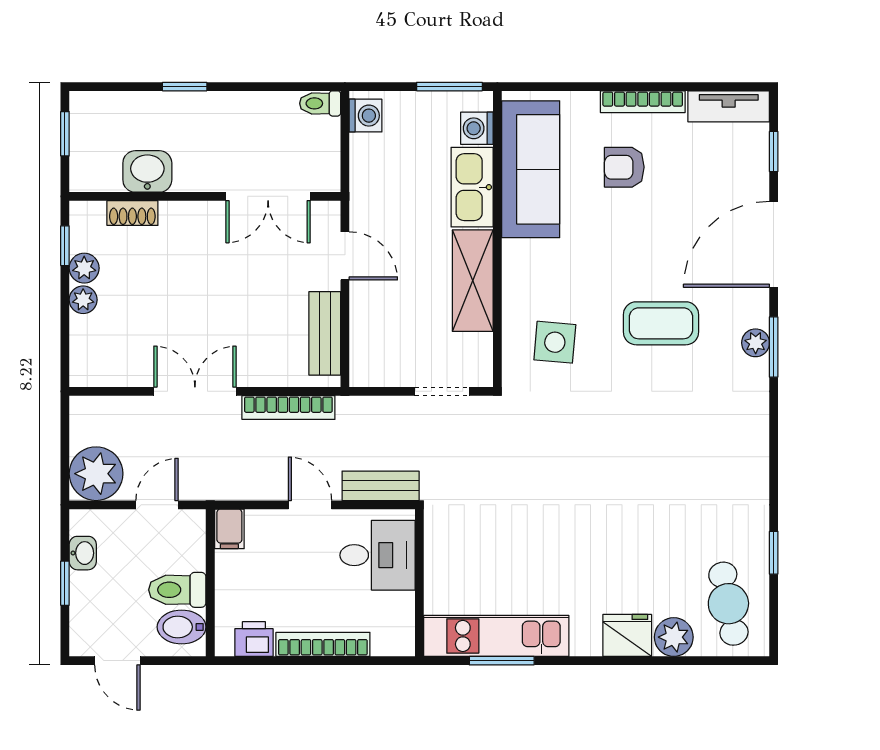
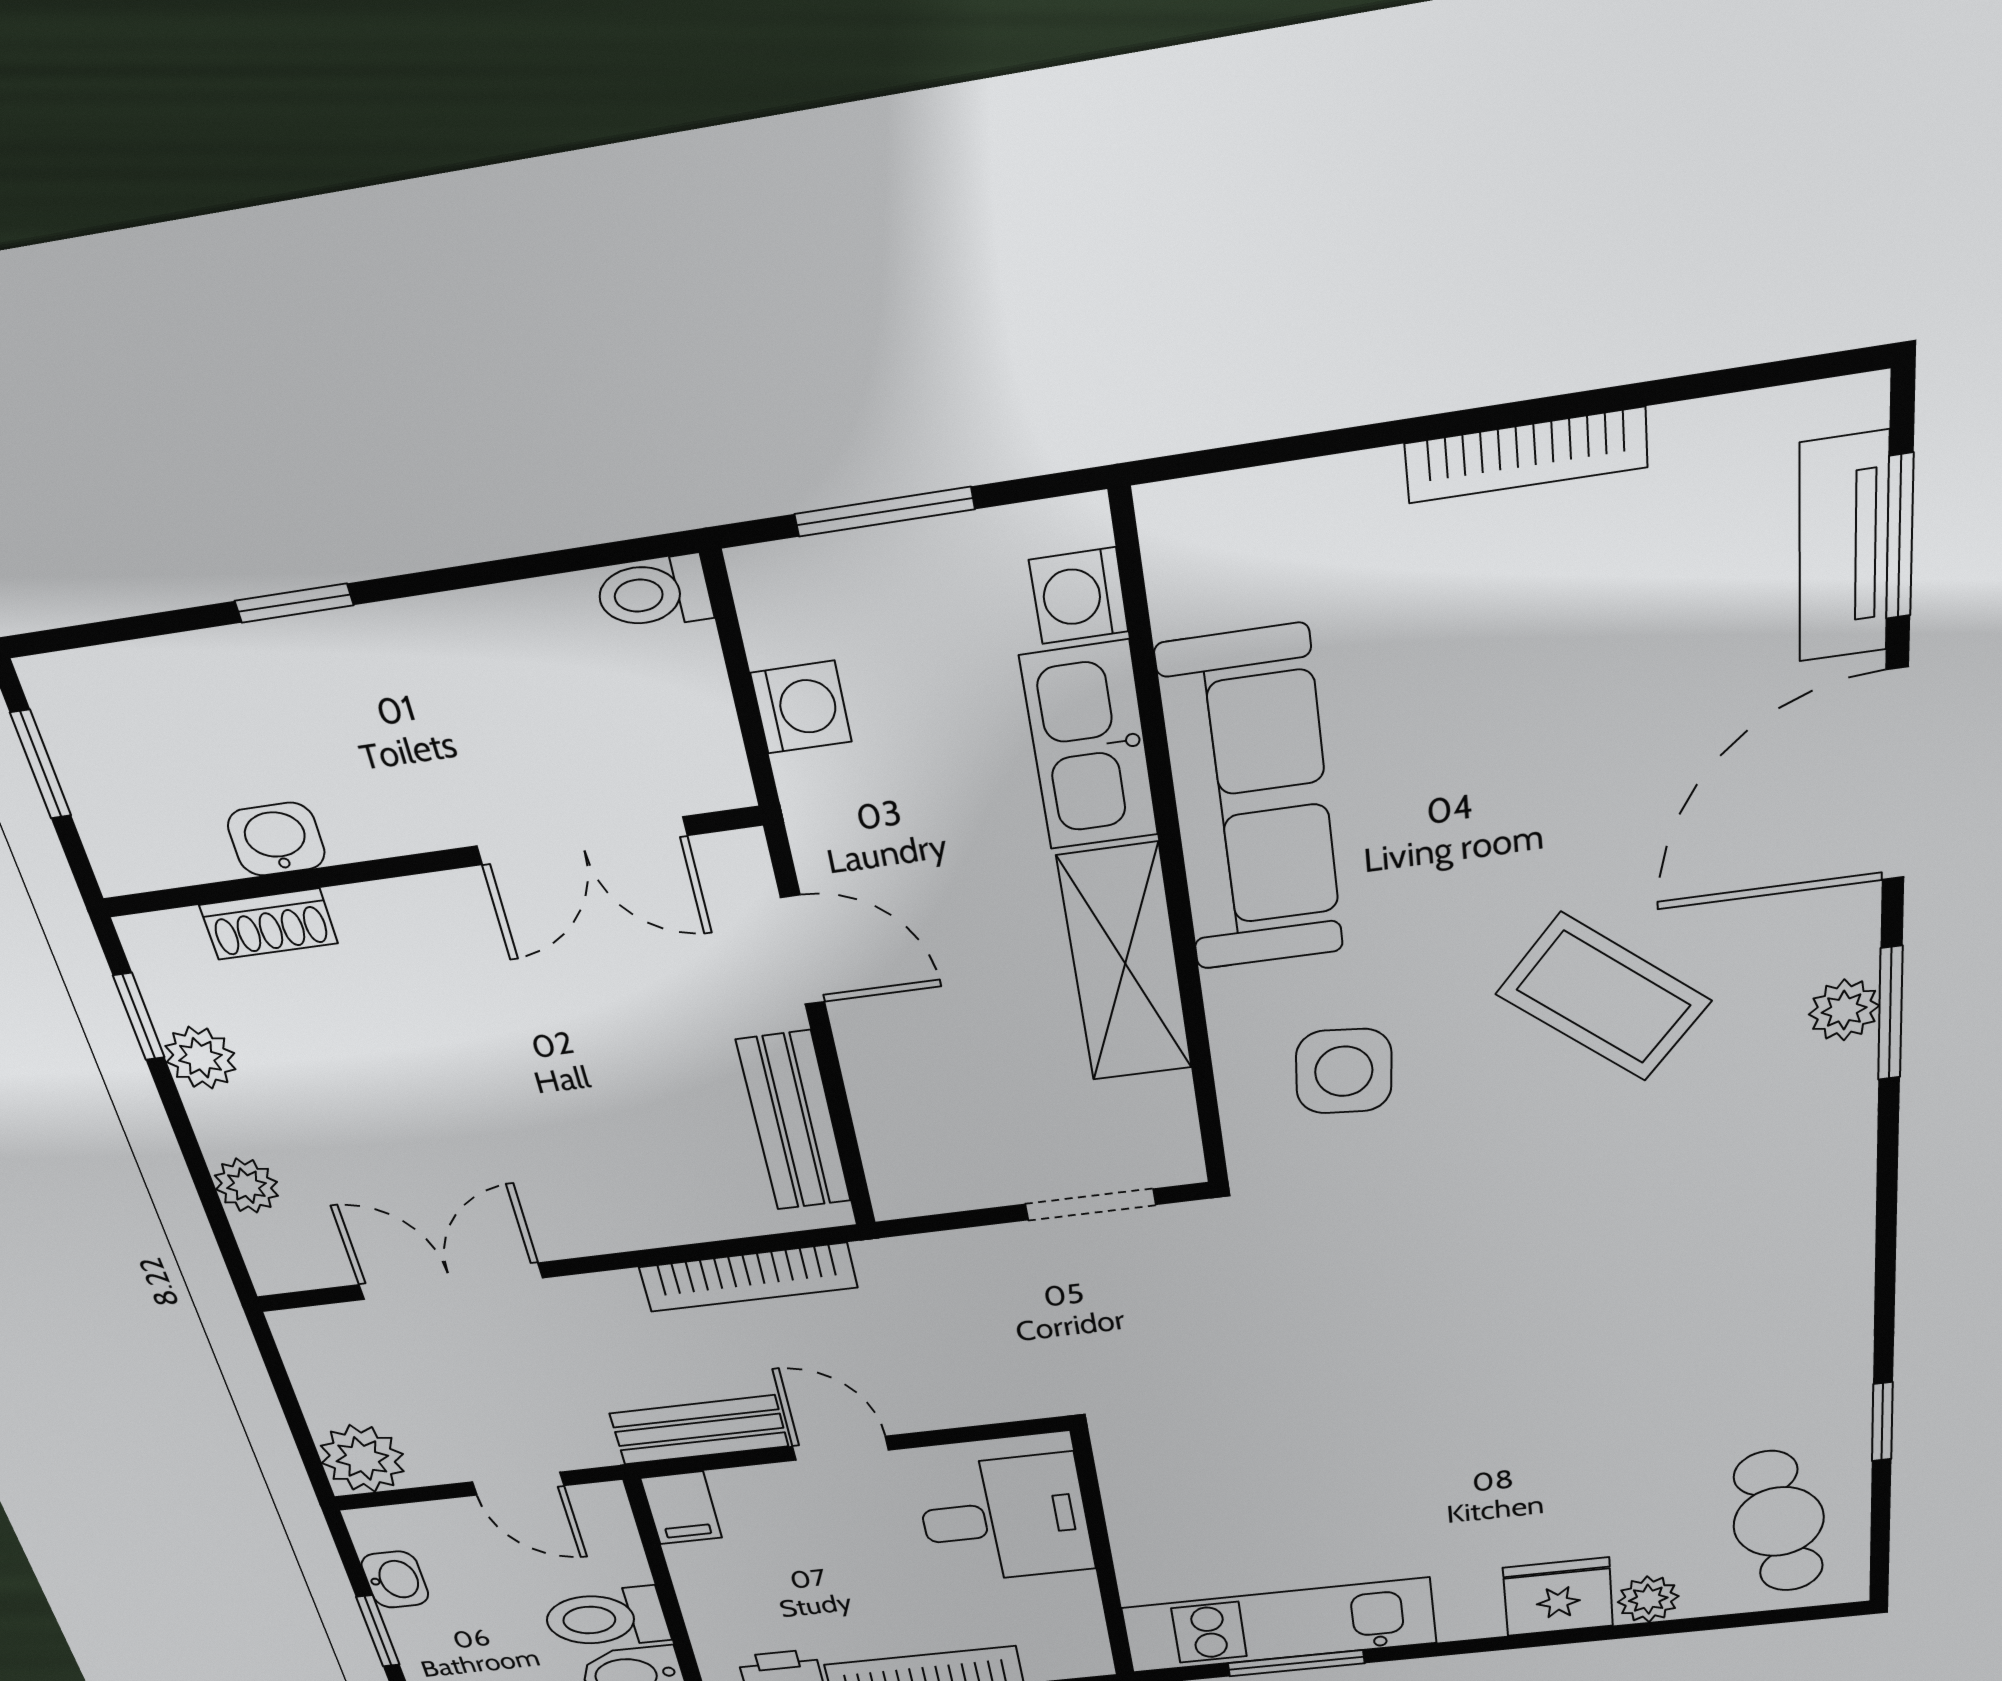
window: (449, 87) -> (884, 512), moved
tv unit: (729, 106) -> (1844, 548), moved, turned 90
washing machine: (366, 116) -> (801, 707), moved
window: (774, 151) -> (1900, 537), width x1.50
armchair: (624, 167) -> (1486, 639), removed
sofa: (531, 169) -> (1251, 802), moved
washbasin: (147, 171) -> (276, 839), width x0.72, depth x0.69
plant: (83, 300) -> (246, 1186), moved
coffee table: (661, 323) -> (1604, 997), turned 40
double door: (195, 391) -> (451, 1281), moved
plant: (96, 474) -> (362, 1459), width x0.73, depth x0.73
bench: (381, 486) -> (699, 1430), moved
door: (157, 505) -> (518, 1484), swing flipped
plant: (674, 637) -> (1648, 1599), width x0.73, depth x0.73

